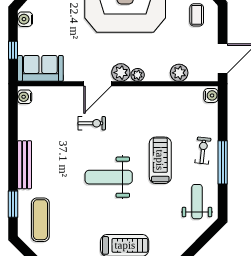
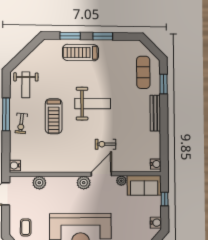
plant: (138, 75) -> (121, 181), moved

